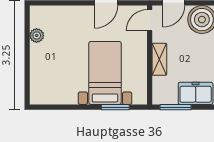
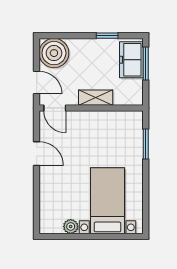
bed with nightstands: (105, 73) -> (108, 201), moved, turned 90
window: (176, 107) -> (146, 63), moved

